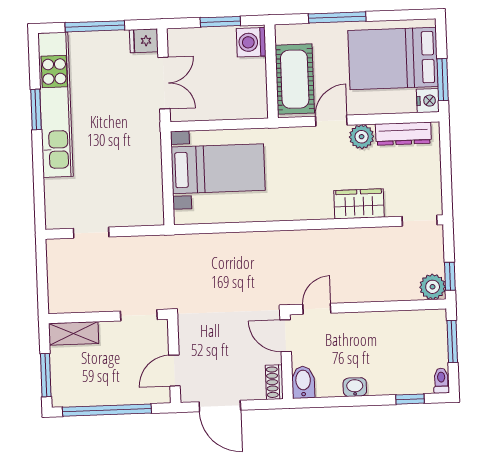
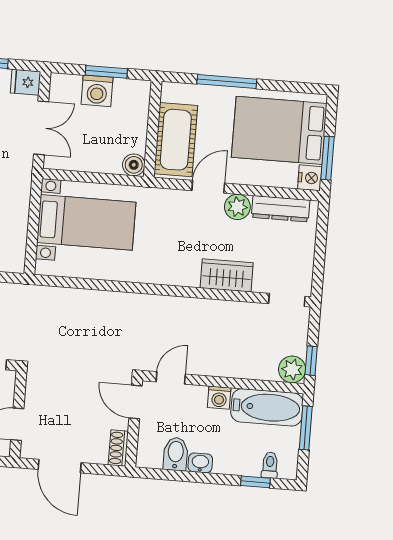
washing machine: (251, 42) -> (97, 91), moved, turned -90
boiler: (257, 108) -> (134, 165), added
washing machine: (366, 322) -> (219, 398), added
bathtub: (413, 326) -> (267, 407), added
toilet: (441, 381) -> (270, 465), moved
bidet: (303, 382) -> (176, 454), moved

